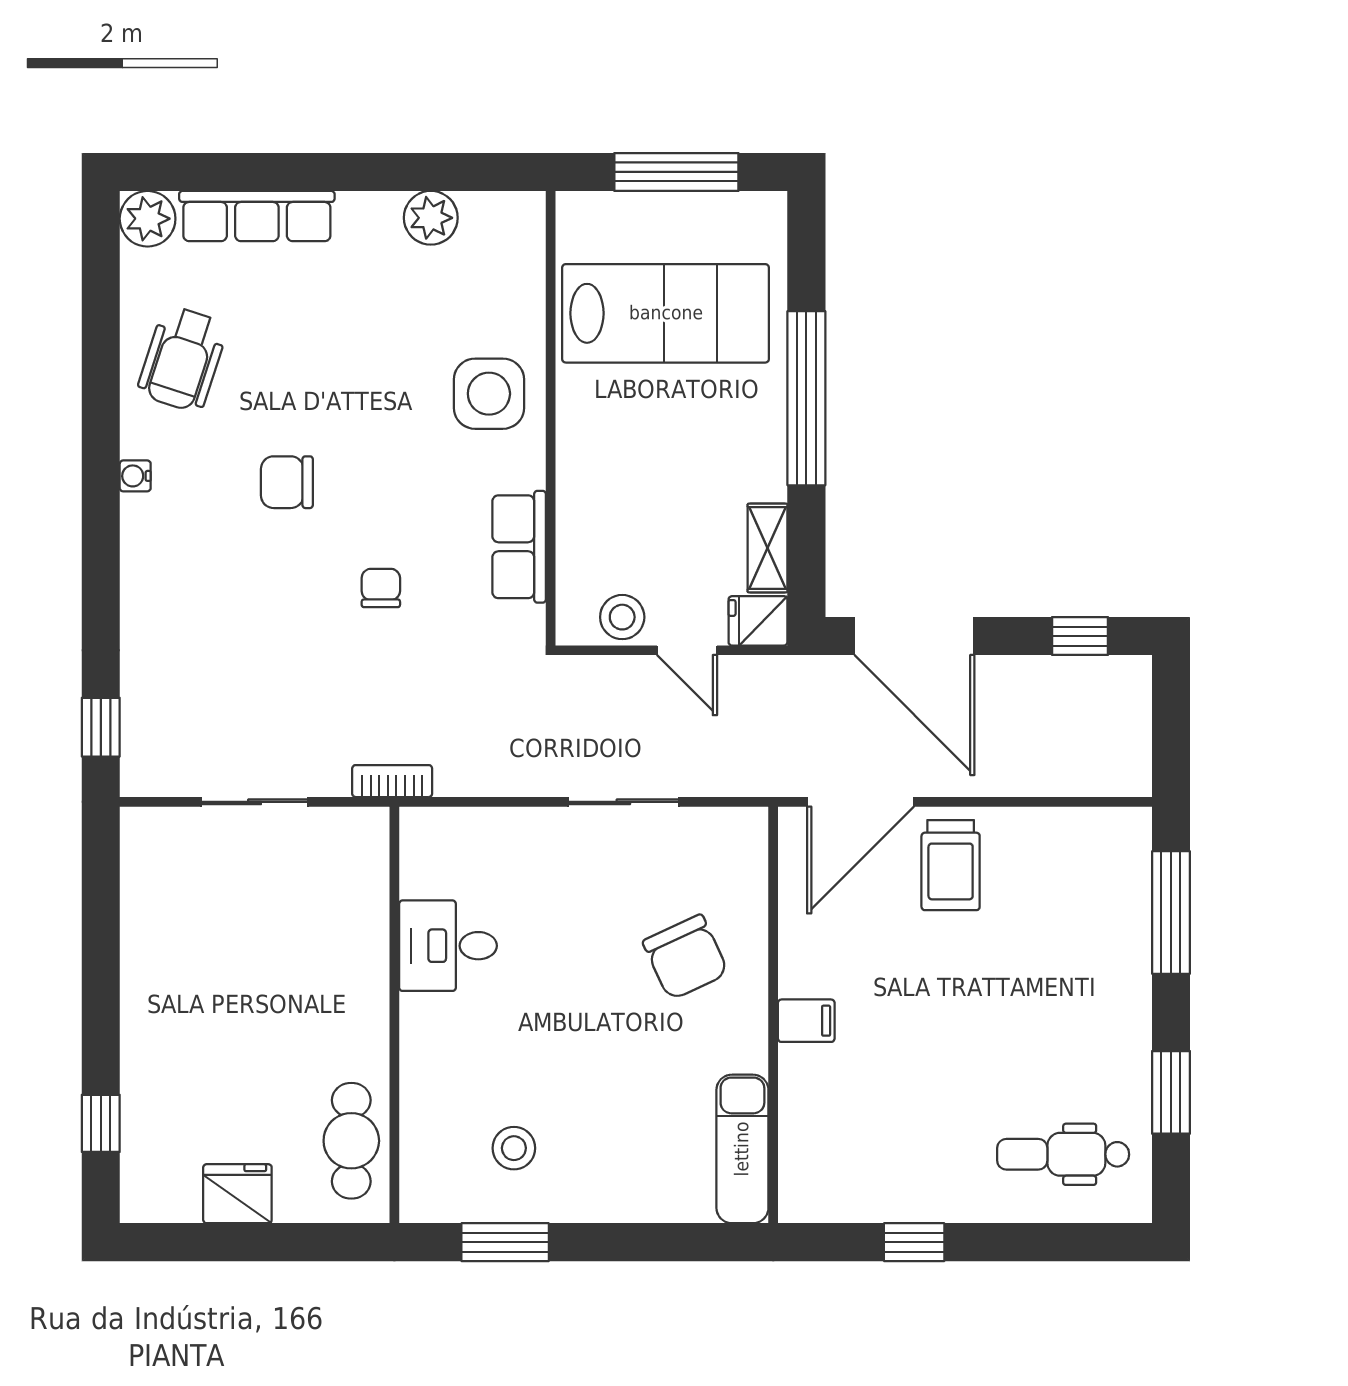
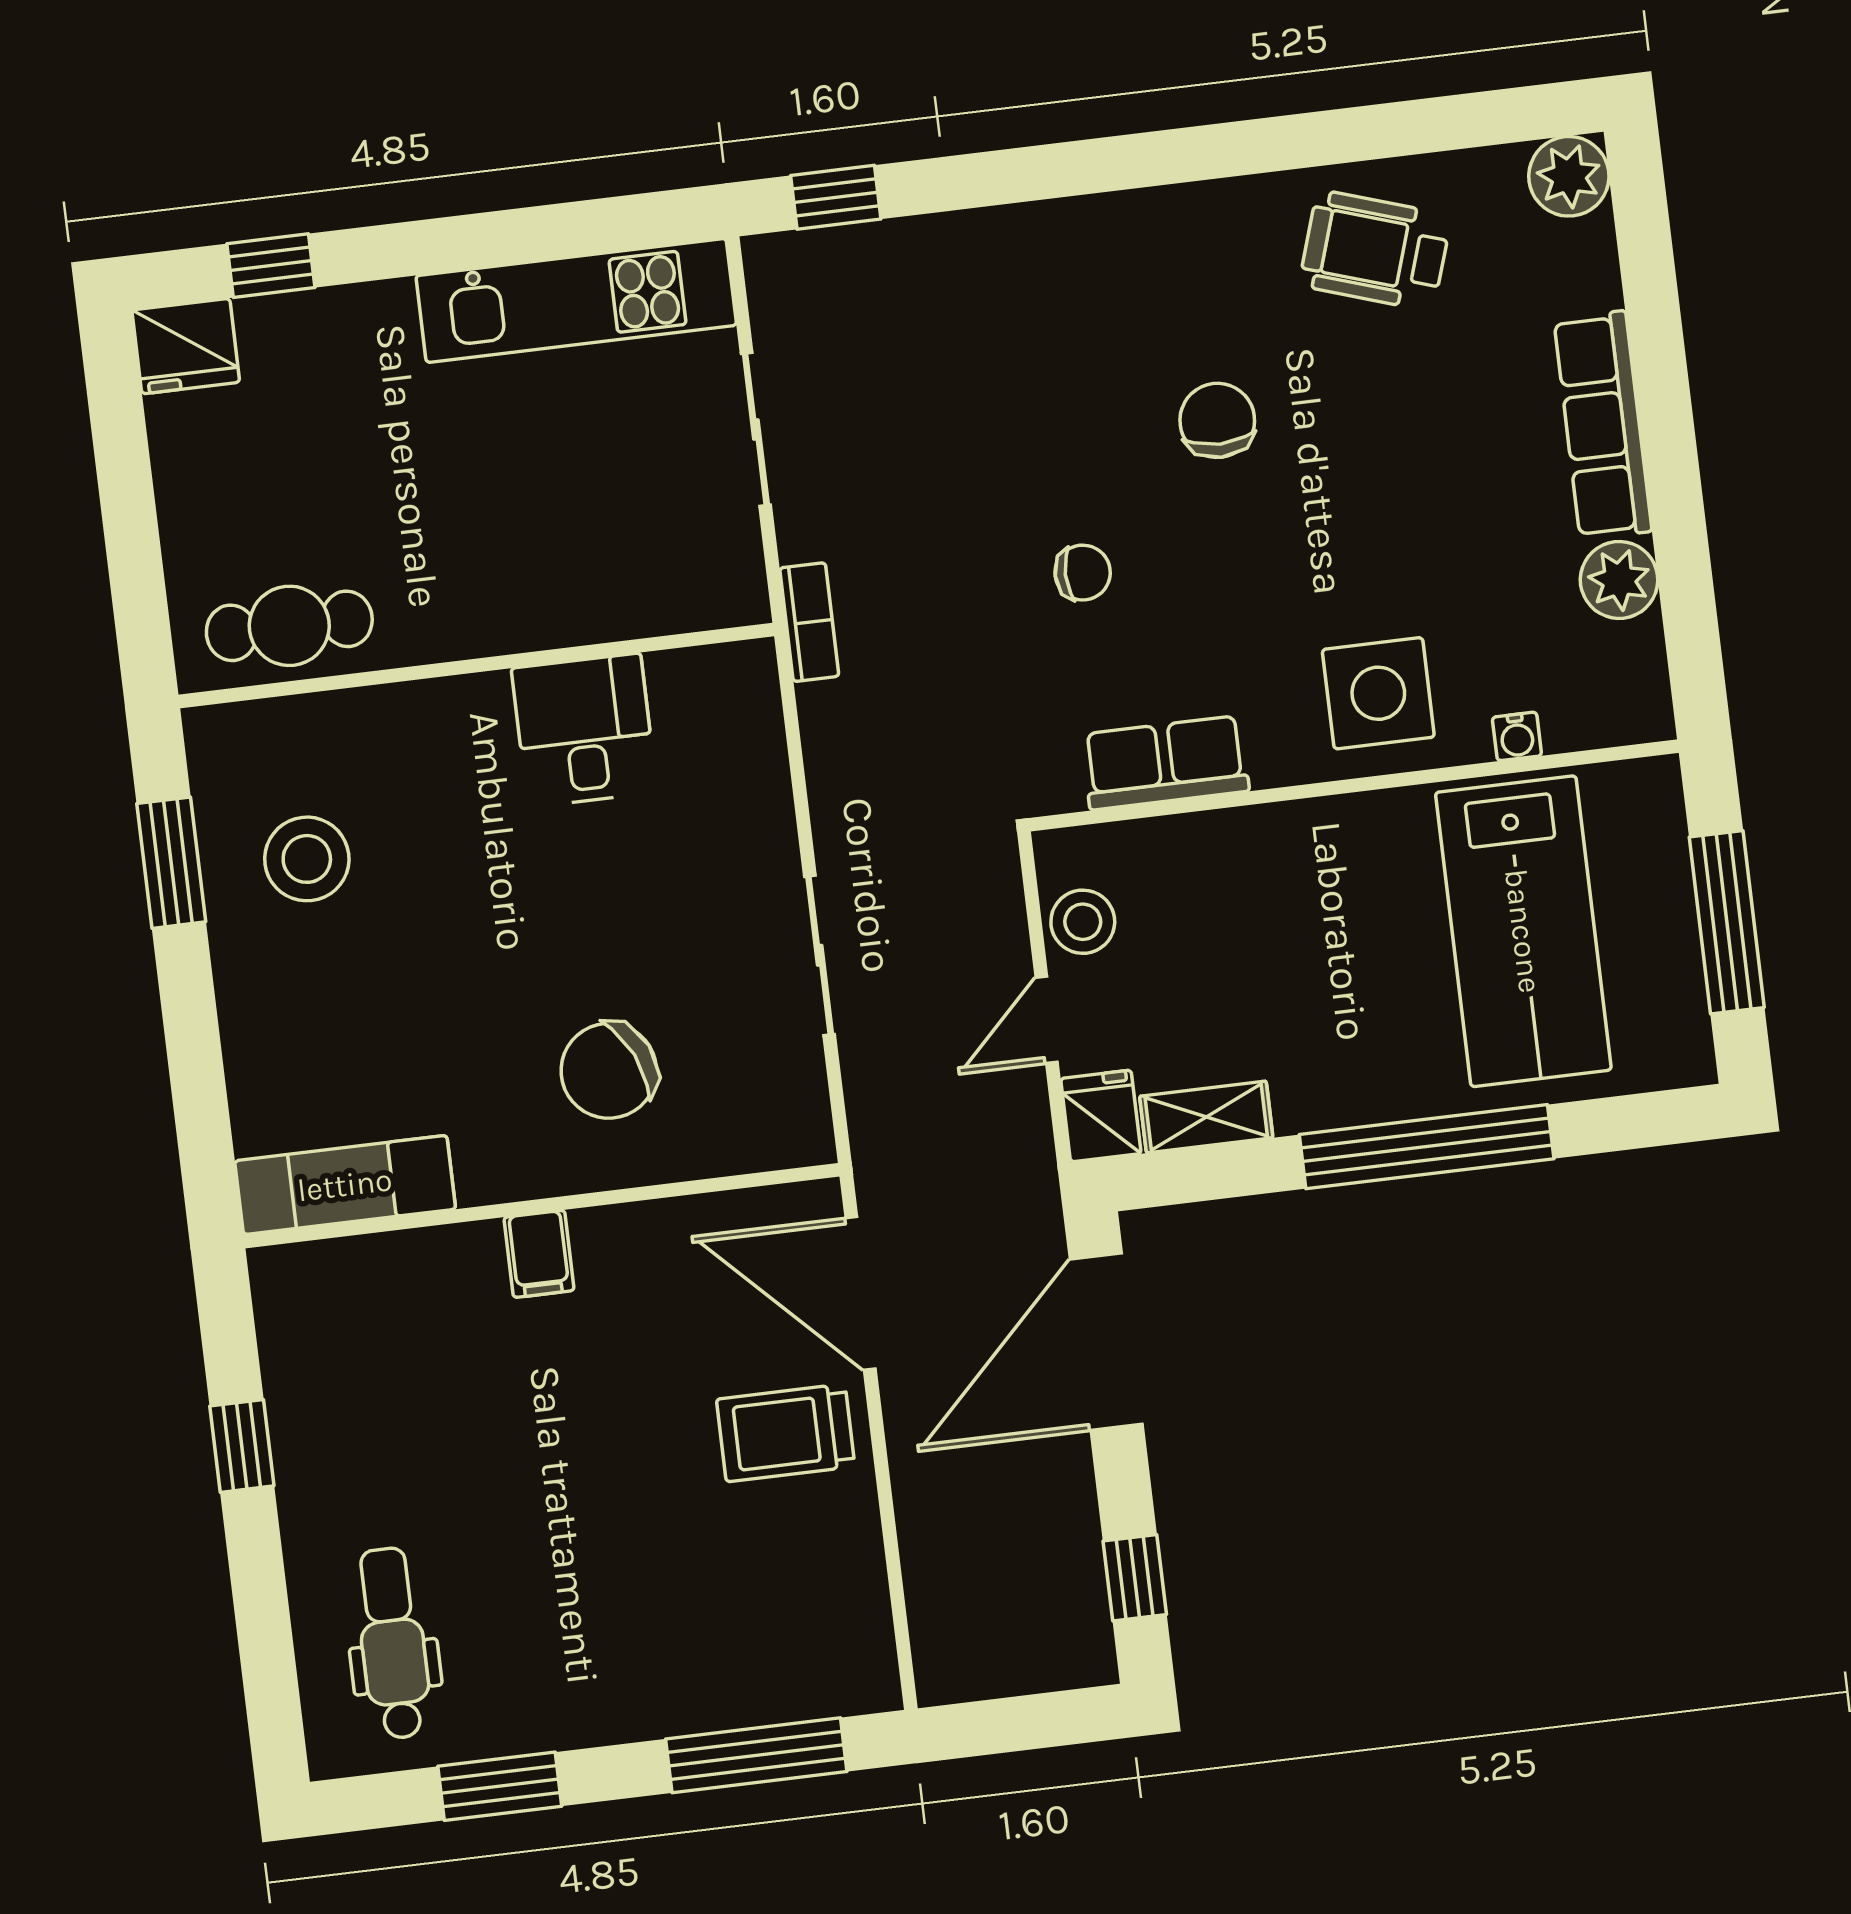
row of seats: (257, 216) -> (1603, 425), moved
water cooler: (135, 476) -> (1517, 736), moved, turned 180
kitchen unit: (150, 915) -> (576, 300), added
stool: (514, 1148) -> (307, 859), width x1.38, depth x1.38
fridge: (237, 1194) -> (186, 346), moved, turned 90

